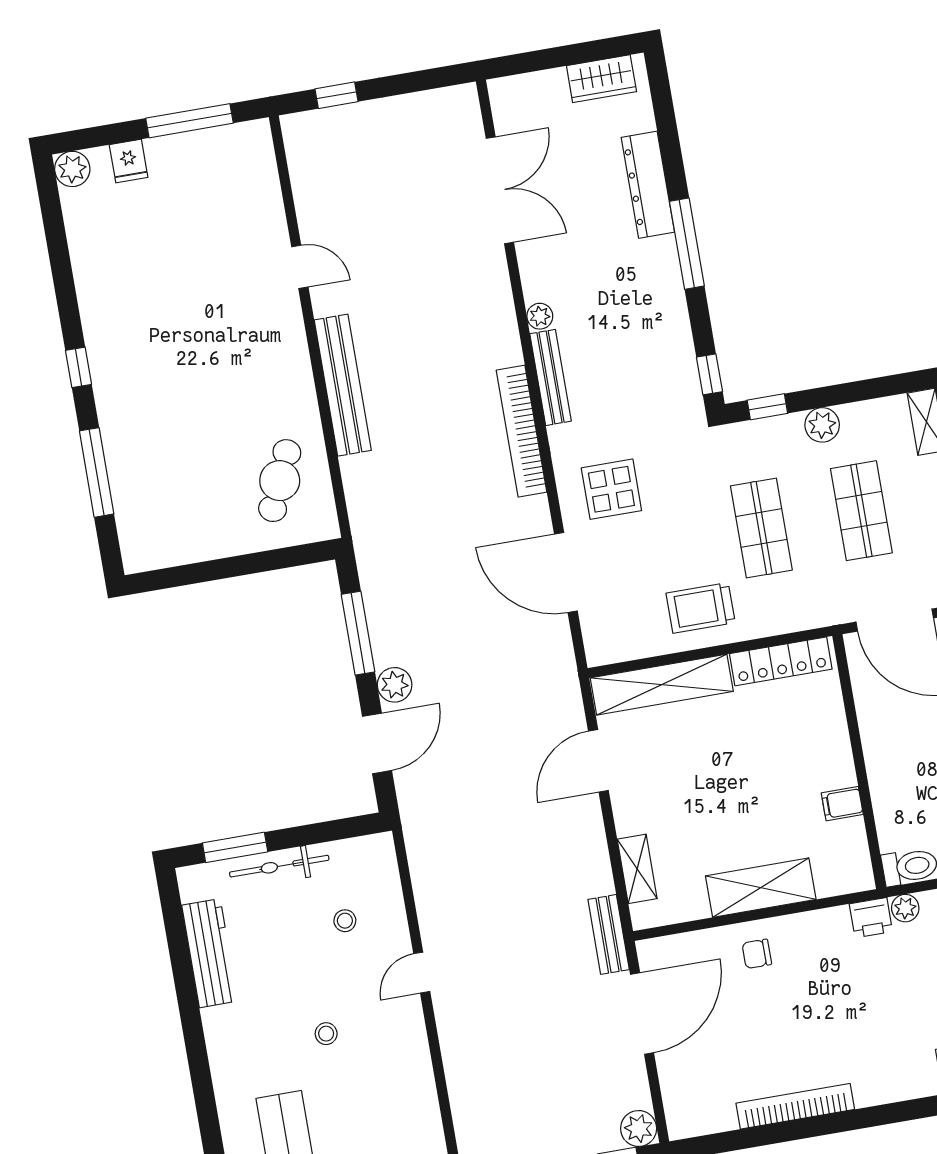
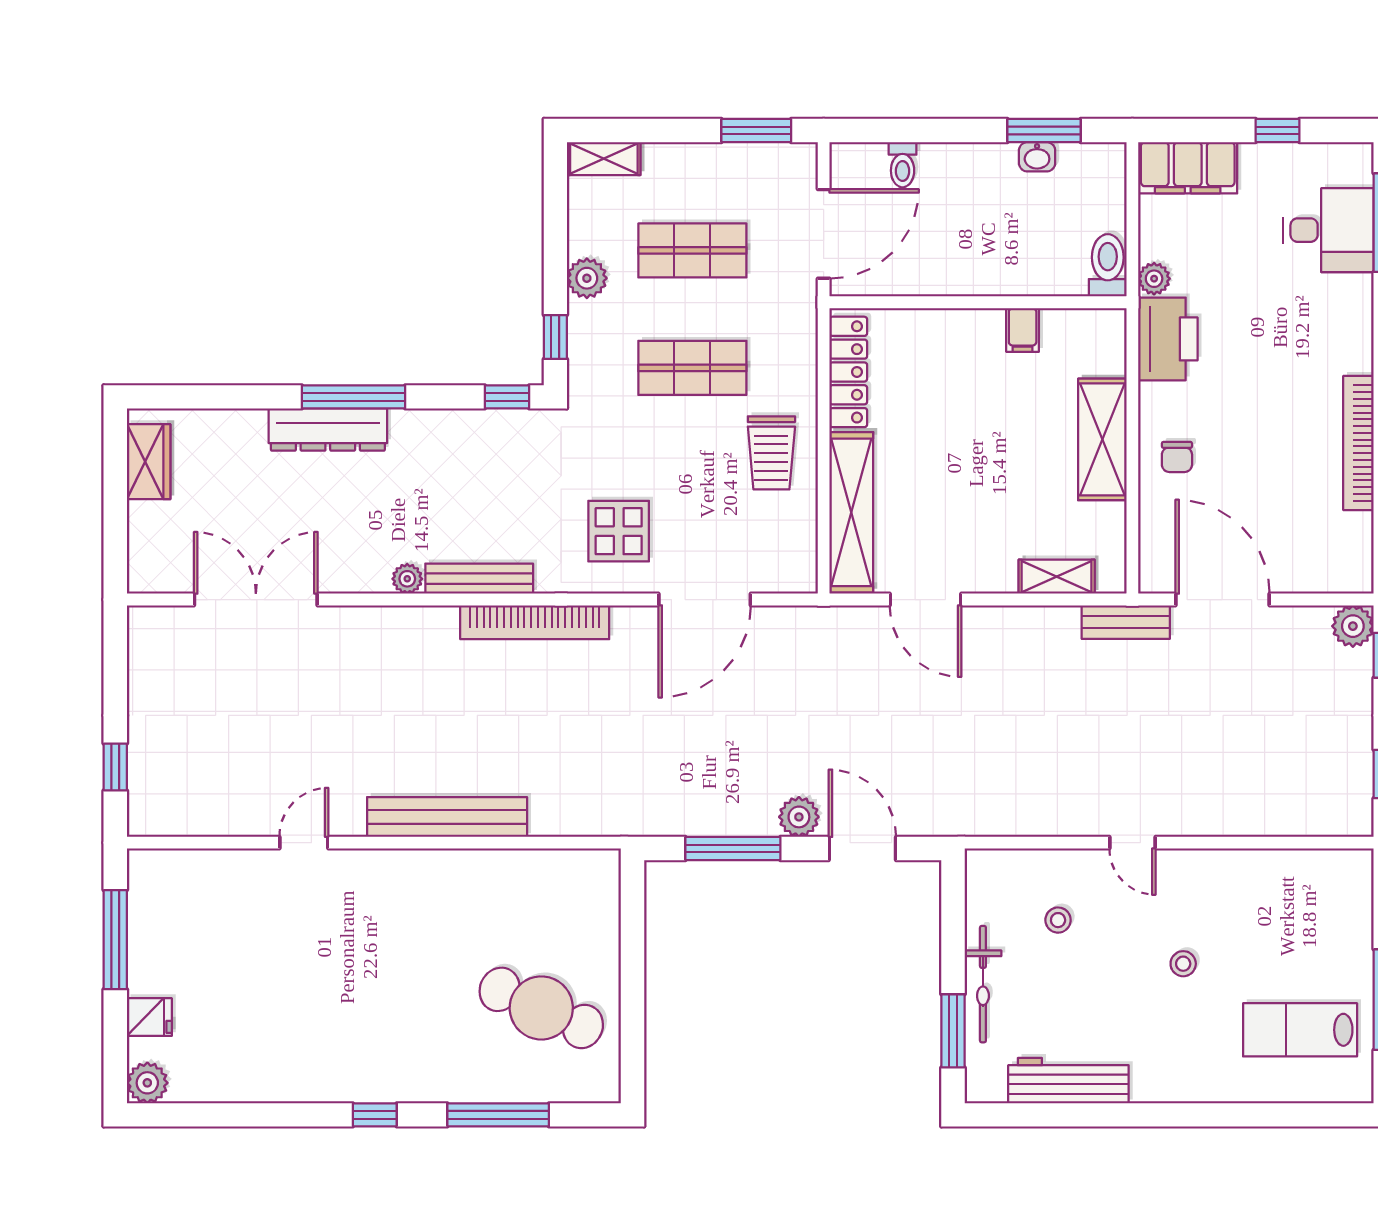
dresser: (648, 185) -> (328, 430), moved
cafe table: (280, 481) -> (541, 1008), moved, width x1.37, depth x1.35
printer: (871, 918) -> (1168, 339), width x1.87, depth x1.48

